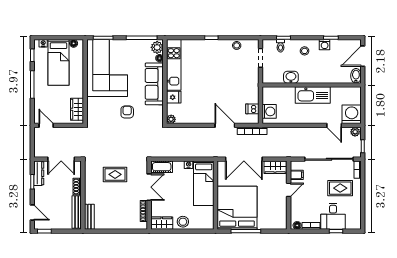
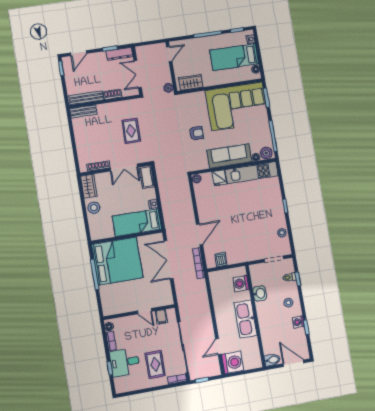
washing machine: (269, 111) -> (241, 283), moved, turned 90
plant: (355, 132) -> (168, 88), moved
wardrobe: (275, 167) -> (166, 293), removed

